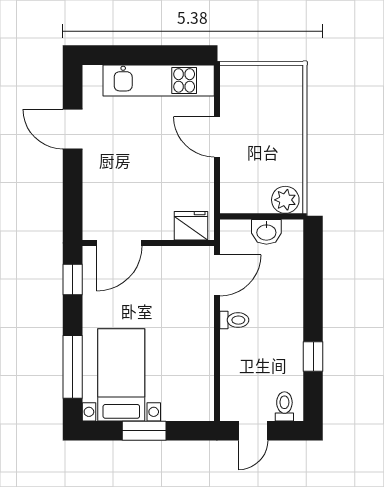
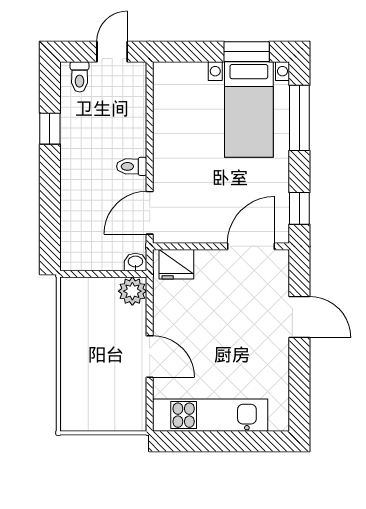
door: (73, 129) -> (299, 317), moved
plant: (285, 200) -> (132, 291), moved
washbasin: (266, 232) -> (135, 262), moved, width x0.72, depth x0.69
window: (144, 431) -> (247, 52), moved

